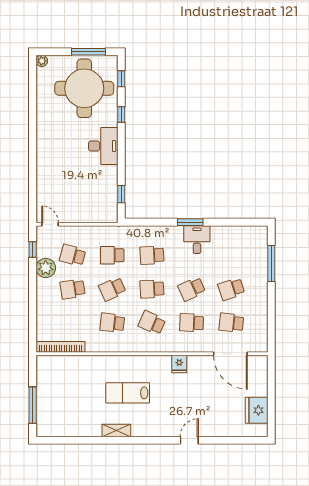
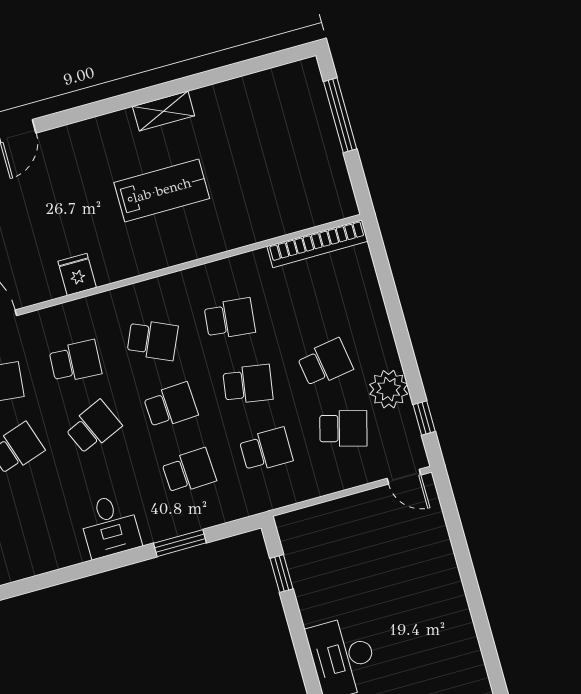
window: (190, 222) -> (180, 543), moved
school desk: (112, 289) -> (248, 384), turned 33

